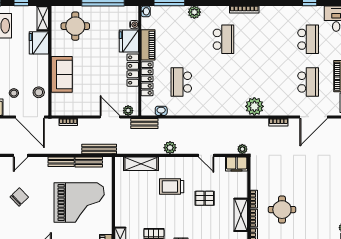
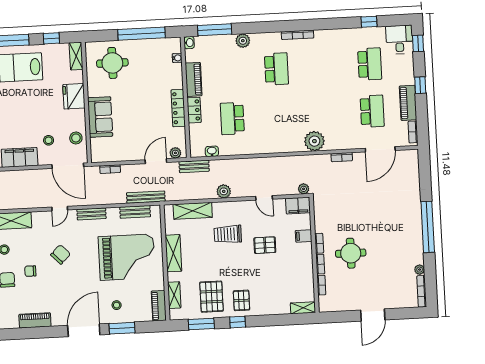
fridge: (129, 41) -> (172, 76), removed
fridge: (39, 43) -> (74, 96), moved
locker: (147, 79) -> (194, 110), width x0.66
door: (110, 117) -> (156, 161), hinge flipped
bench: (61, 162) -> (91, 214), moved
filing cabinet: (240, 192) -> (304, 236), added
shelving: (241, 215) -> (173, 253), moved

